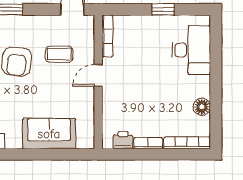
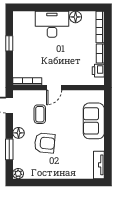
floor lamp: (32, 23) -> (19, 133), added
desk: (191, 50) -> (52, 24), moved
door: (98, 75) -> (54, 88), hinge flipped

